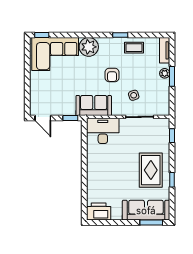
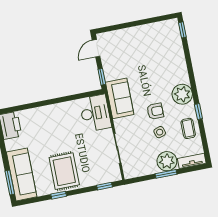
plant: (89, 47) -> (182, 94), moved
corner sofa: (55, 54) -> (165, 48), removed
plant: (165, 73) -> (167, 161), width x1.88, depth x1.88
armchair: (112, 75) -> (155, 111), turned 180
side table: (134, 95) -> (160, 132), moved
rug: (151, 170) -> (64, 171), turned 90

